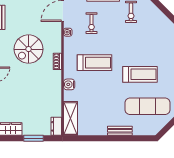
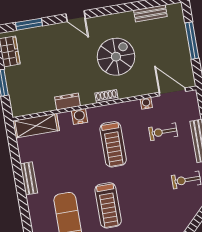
spiral stairs: (29, 49) -> (116, 57), turned 90
dresser: (56, 126) -> (68, 102), moved
bench: (120, 131) -> (29, 178), moved

